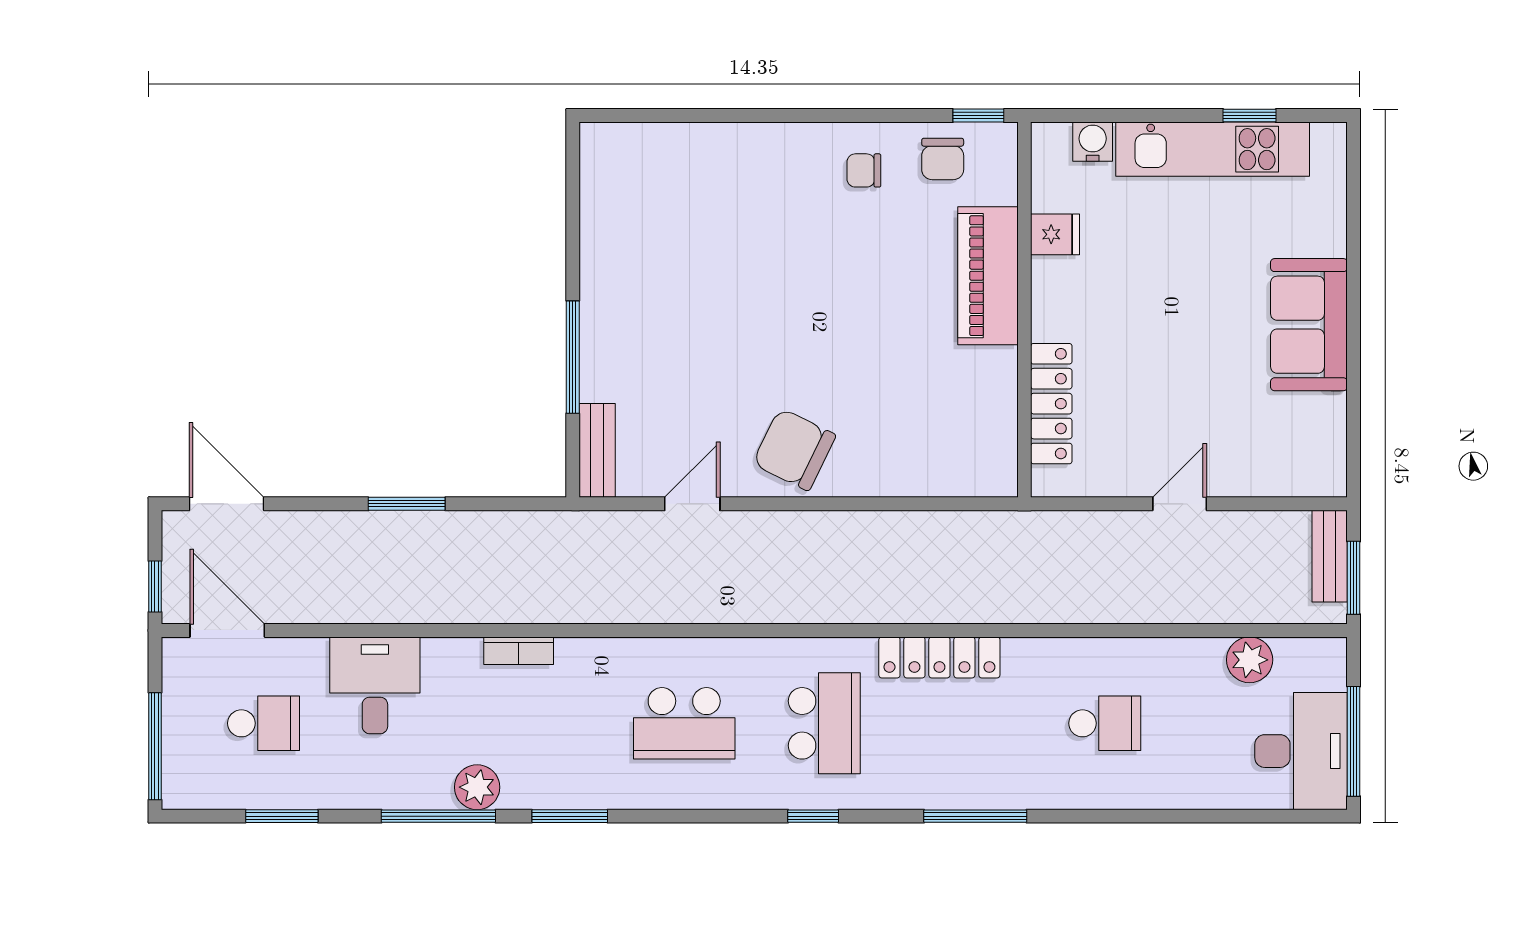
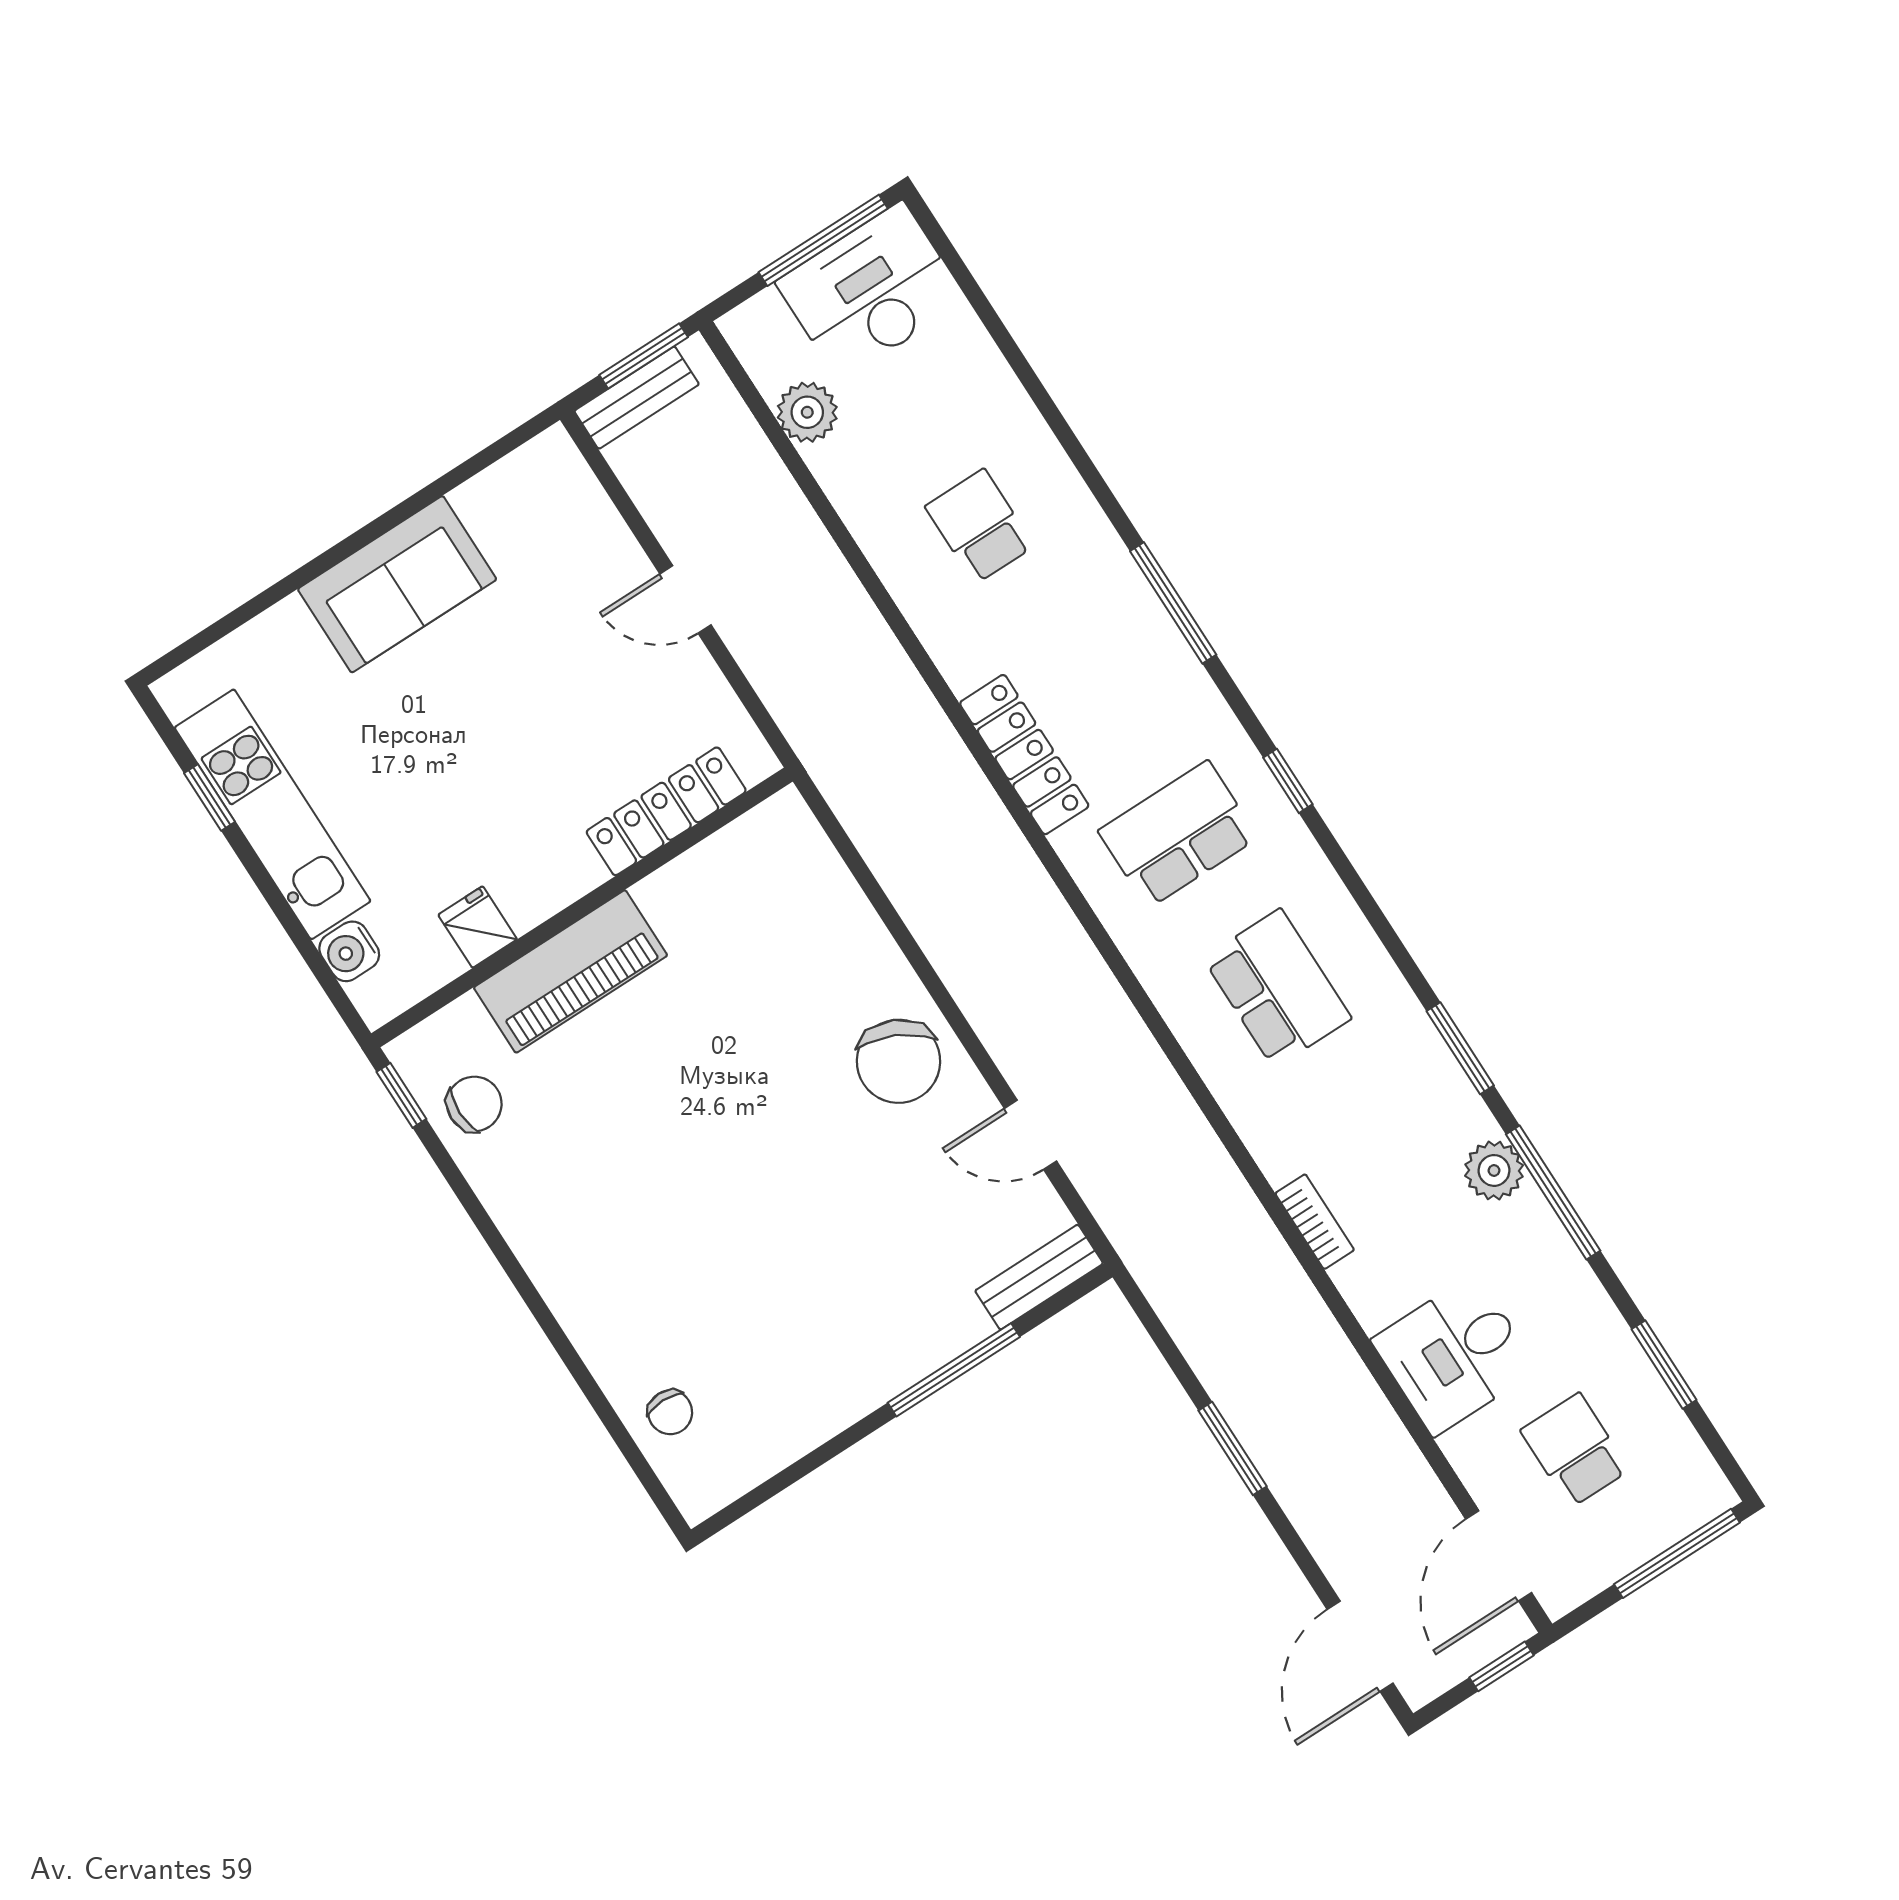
chair: (864, 170) -> (670, 1412), moved

